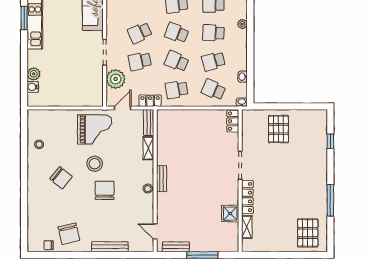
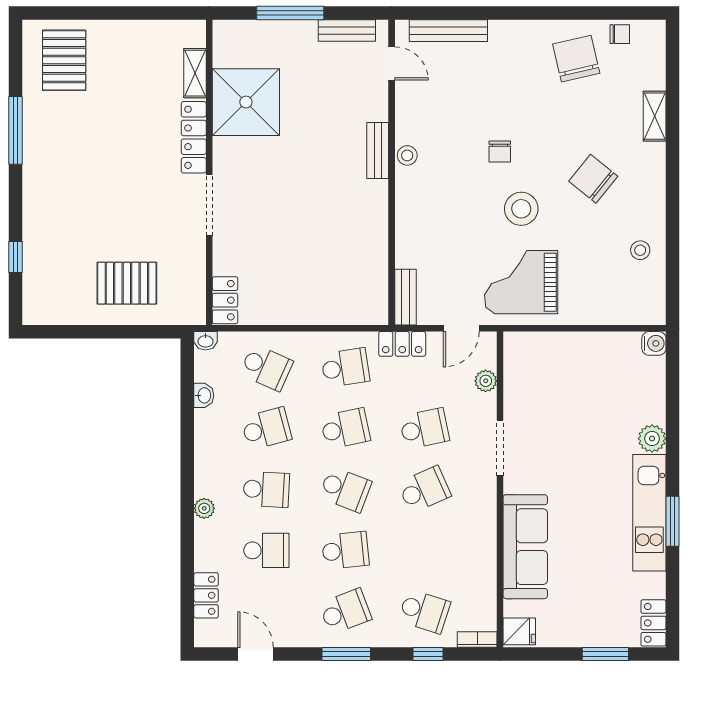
school desk: (177, 61) -> (345, 429), turned -36
plant: (34, 74) -> (652, 439), moved
plant: (116, 79) -> (486, 381), width x0.53, depth x0.53
water cooler: (33, 87) -> (654, 343), moved
pallet: (278, 129) -> (127, 283), turned 90
shelving: (148, 148) -> (655, 116), moved
bench: (162, 179) -> (378, 150), moved
chair: (105, 190) -> (500, 152), width x0.54, depth x0.54
shower: (230, 213) -> (246, 102), width x1.86, depth x1.86
bench: (110, 247) -> (448, 31), moved

